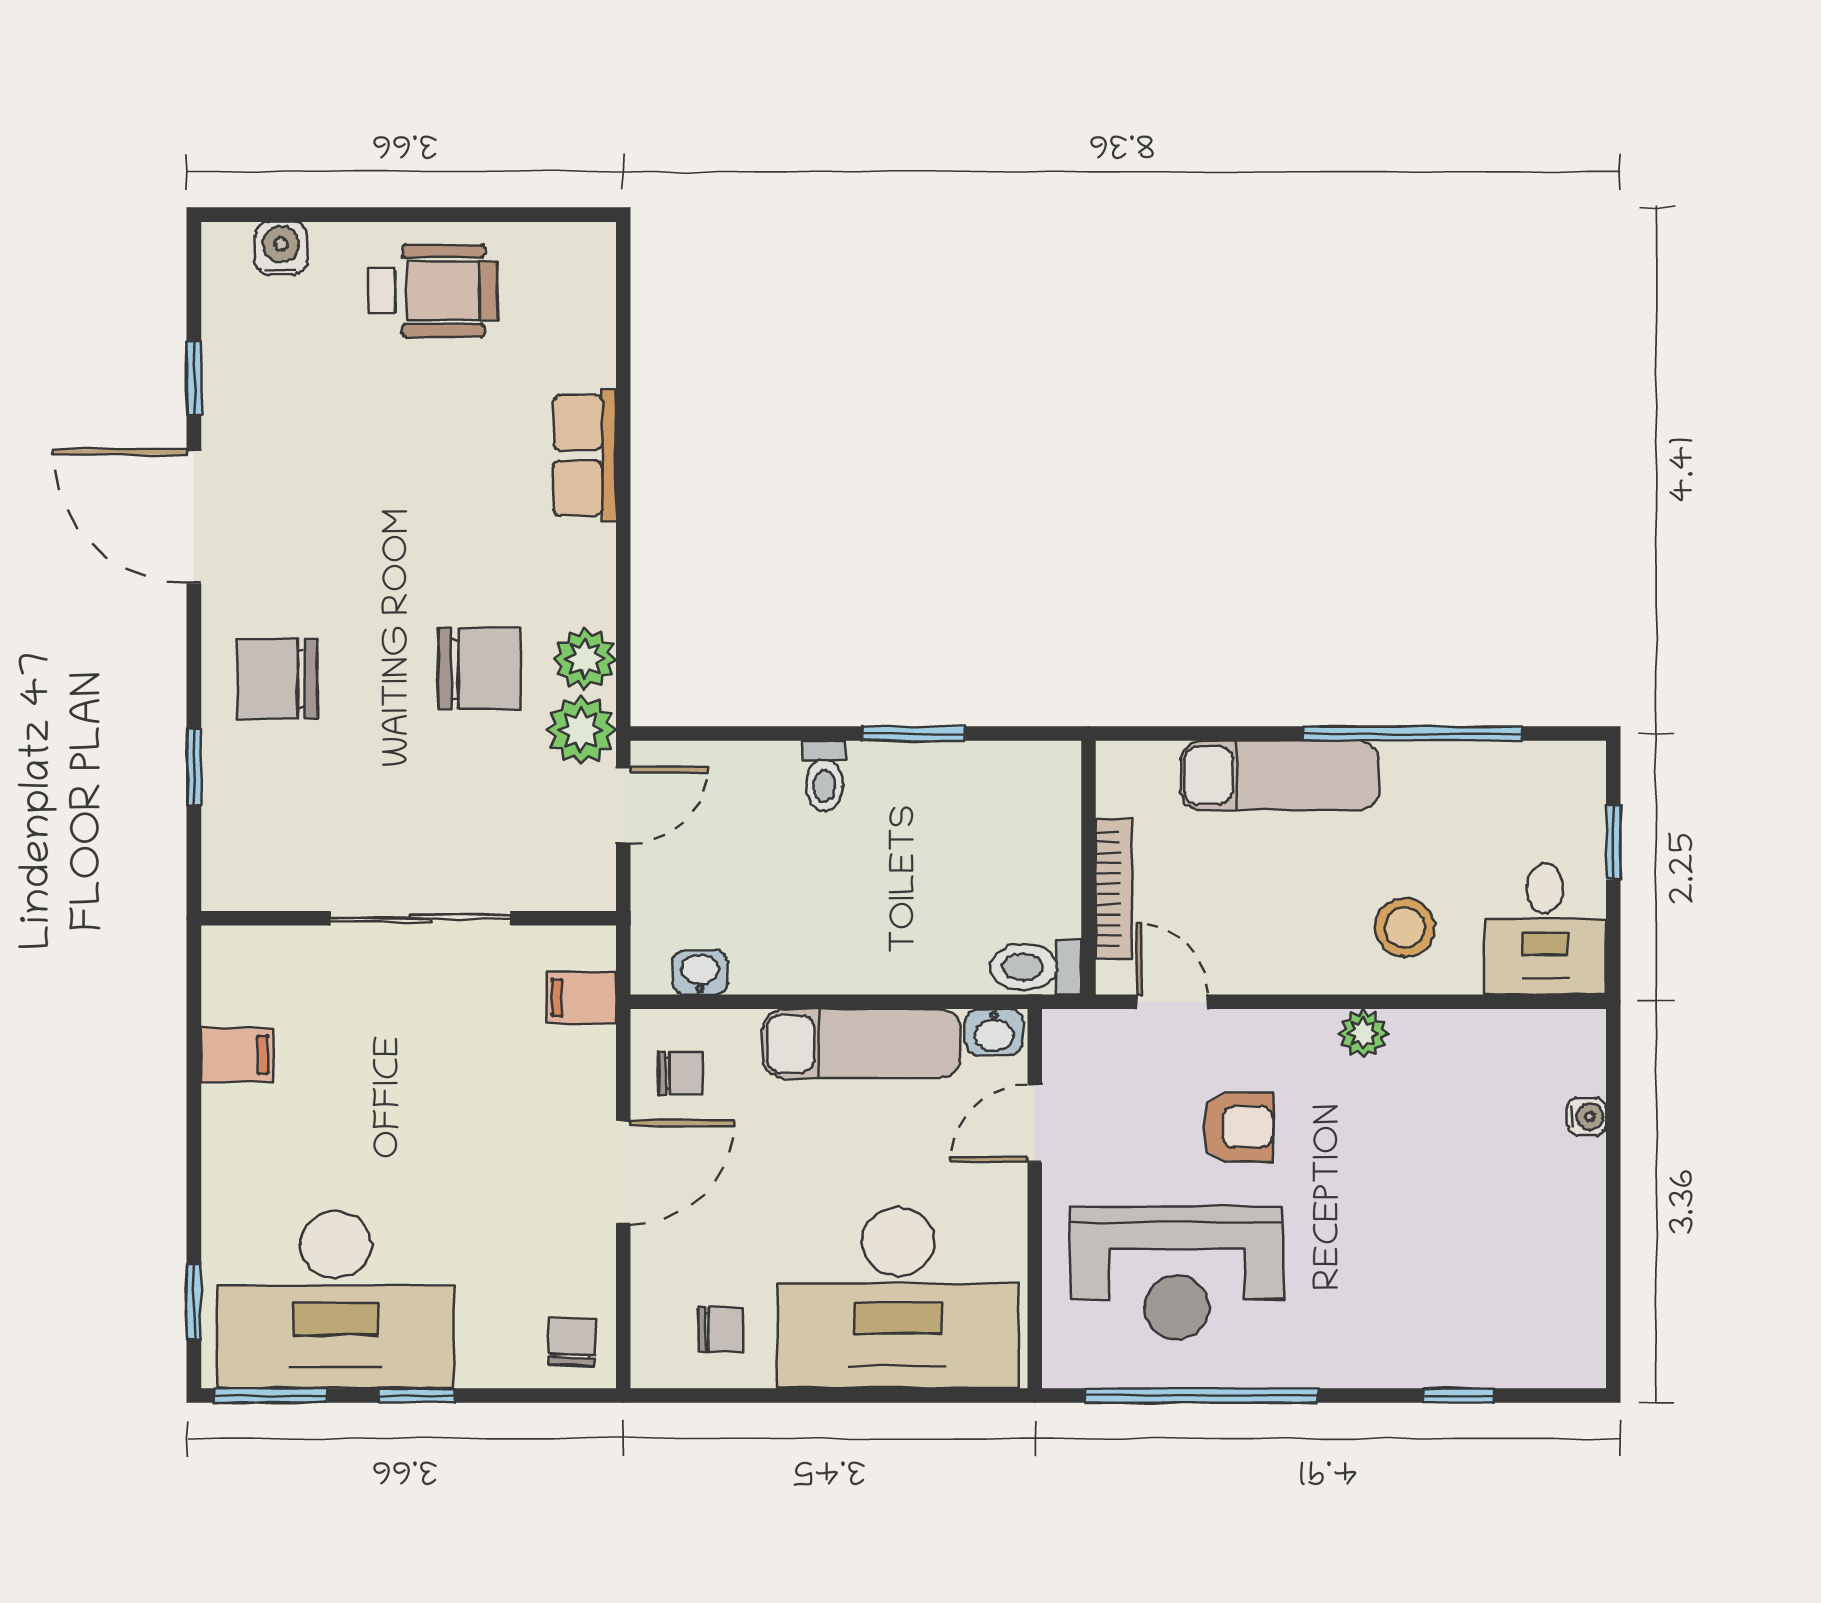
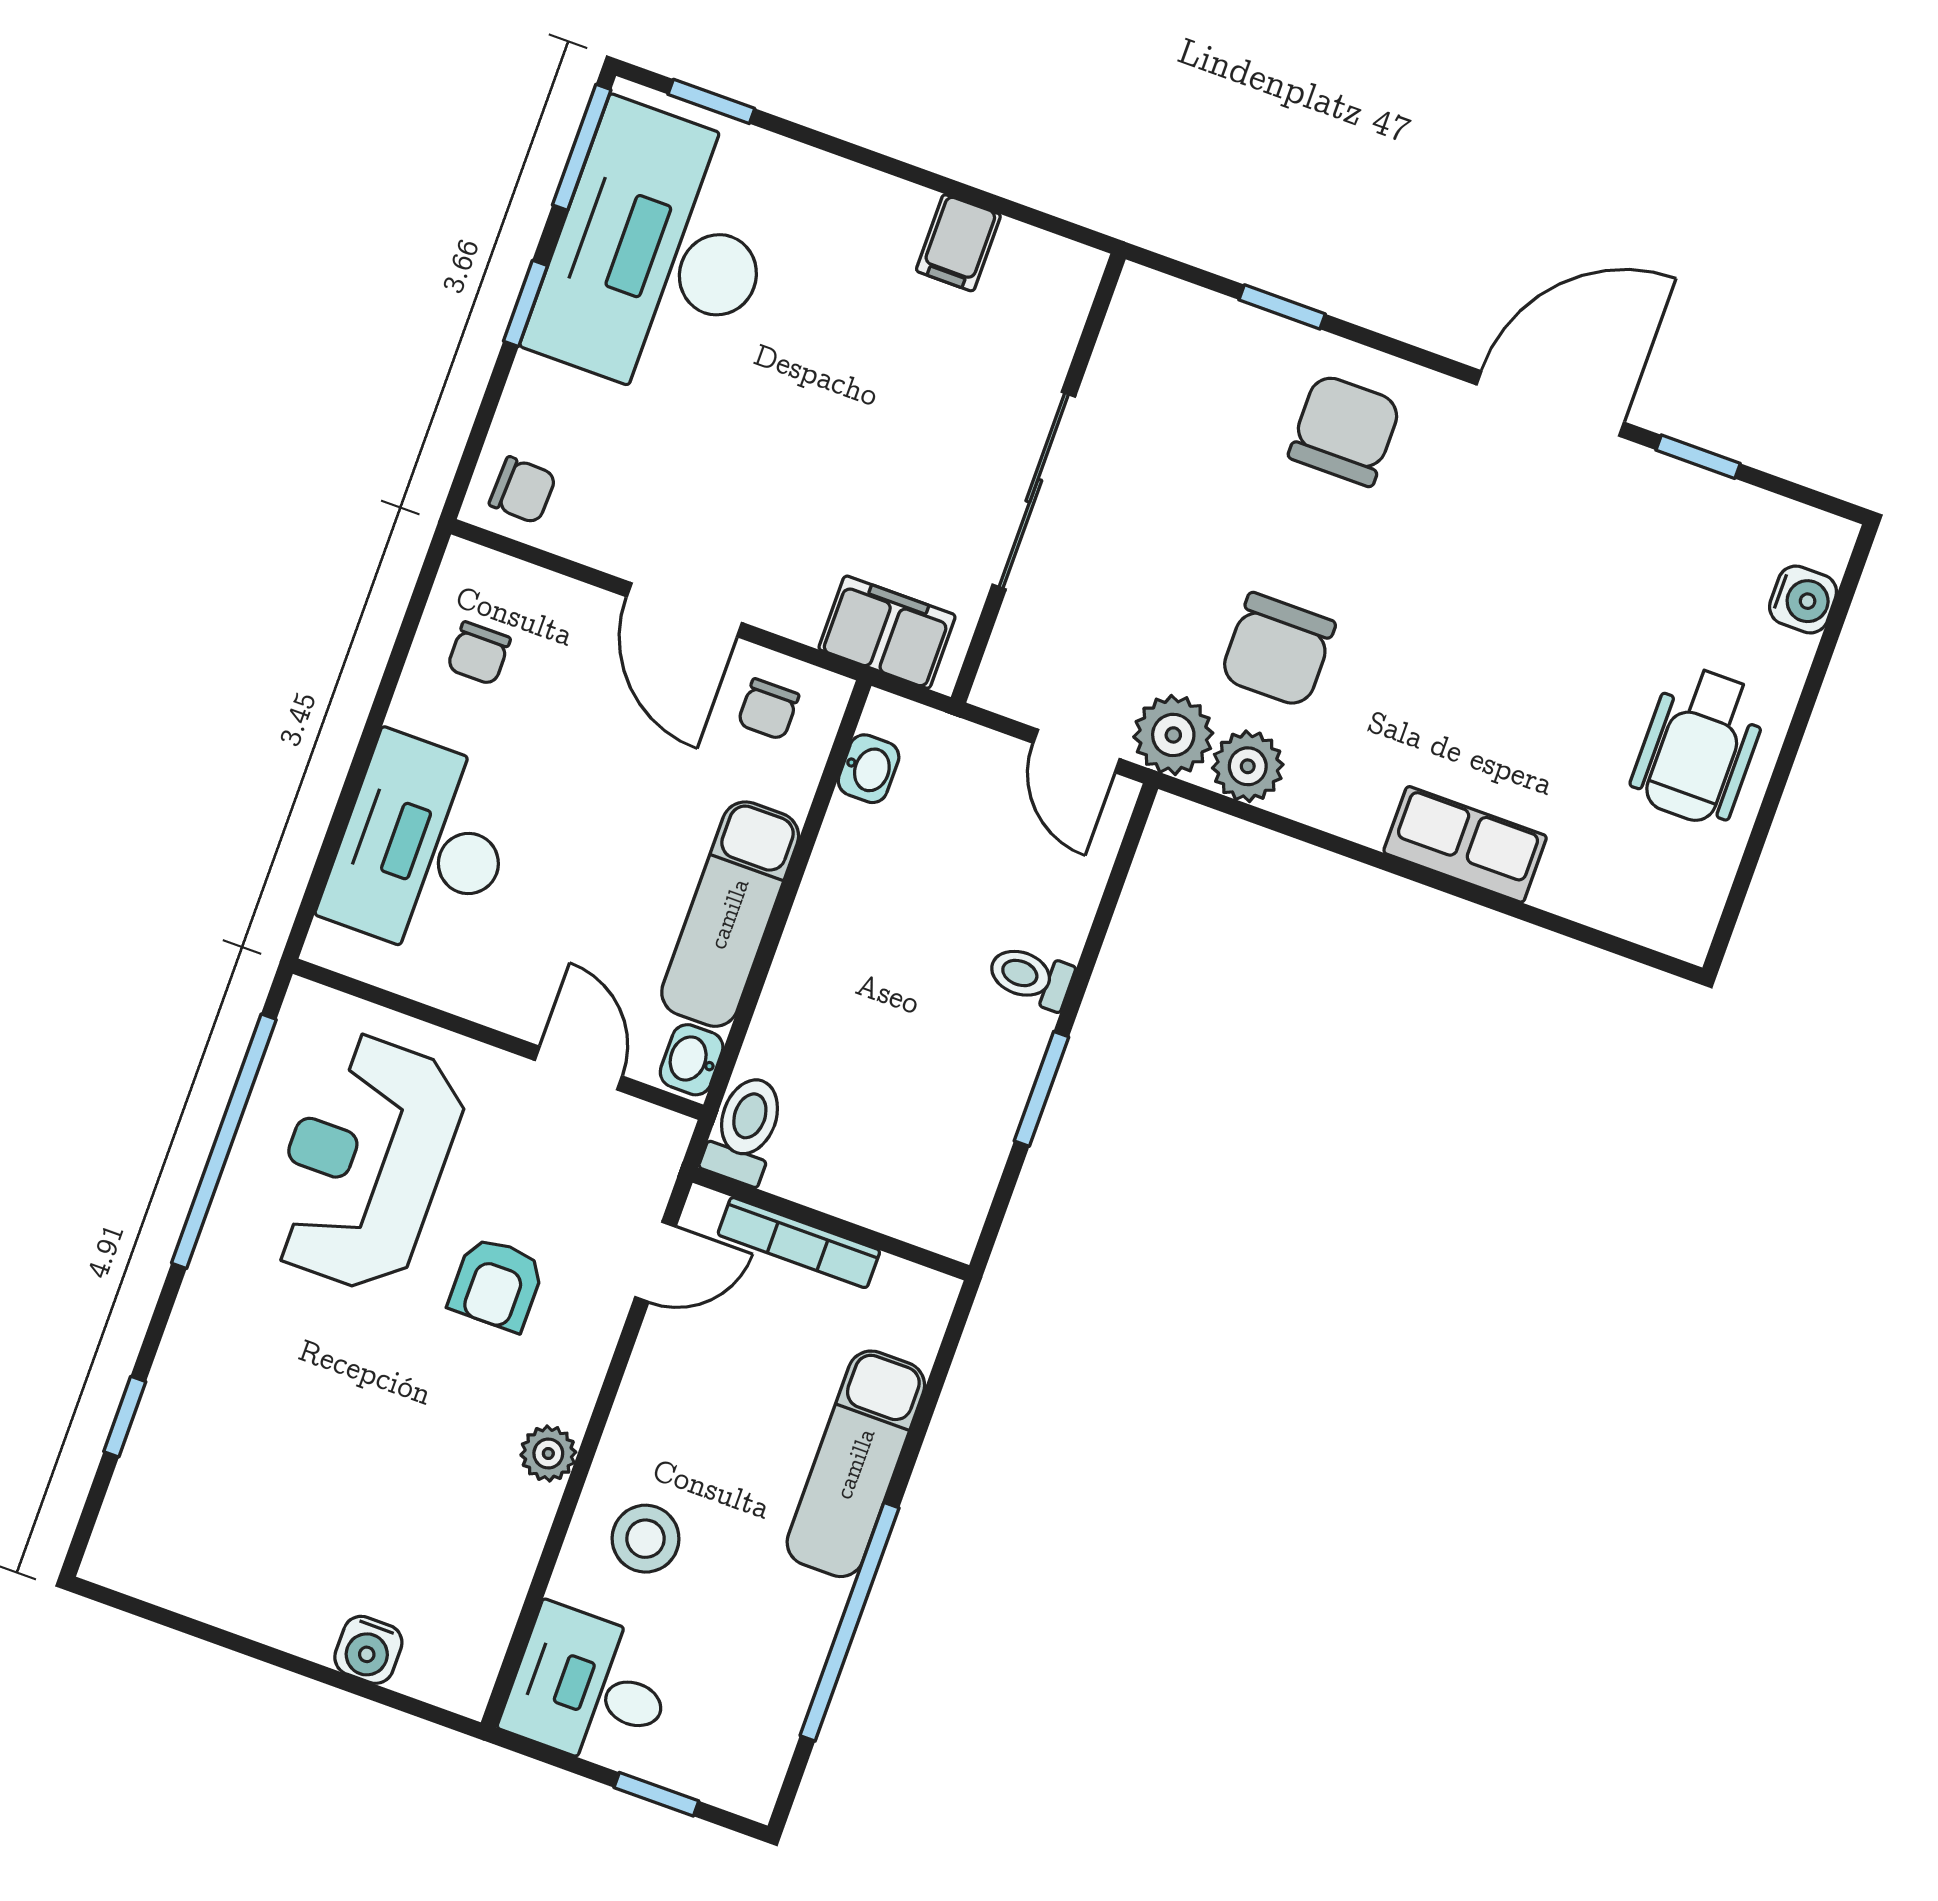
filing cabinet: (581, 998) -> (887, 632), width x2.00
water cooler: (1587, 1117) -> (368, 1650), width x1.38, depth x1.38
desk: (898, 1298) -> (422, 847), width x0.73, depth x0.77

